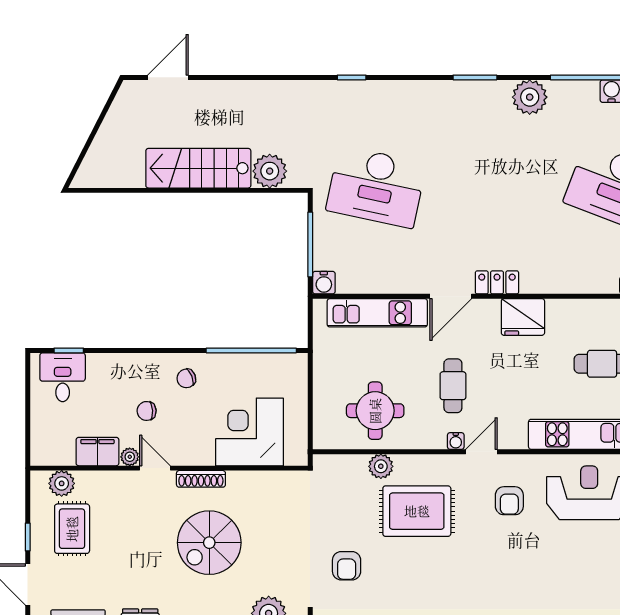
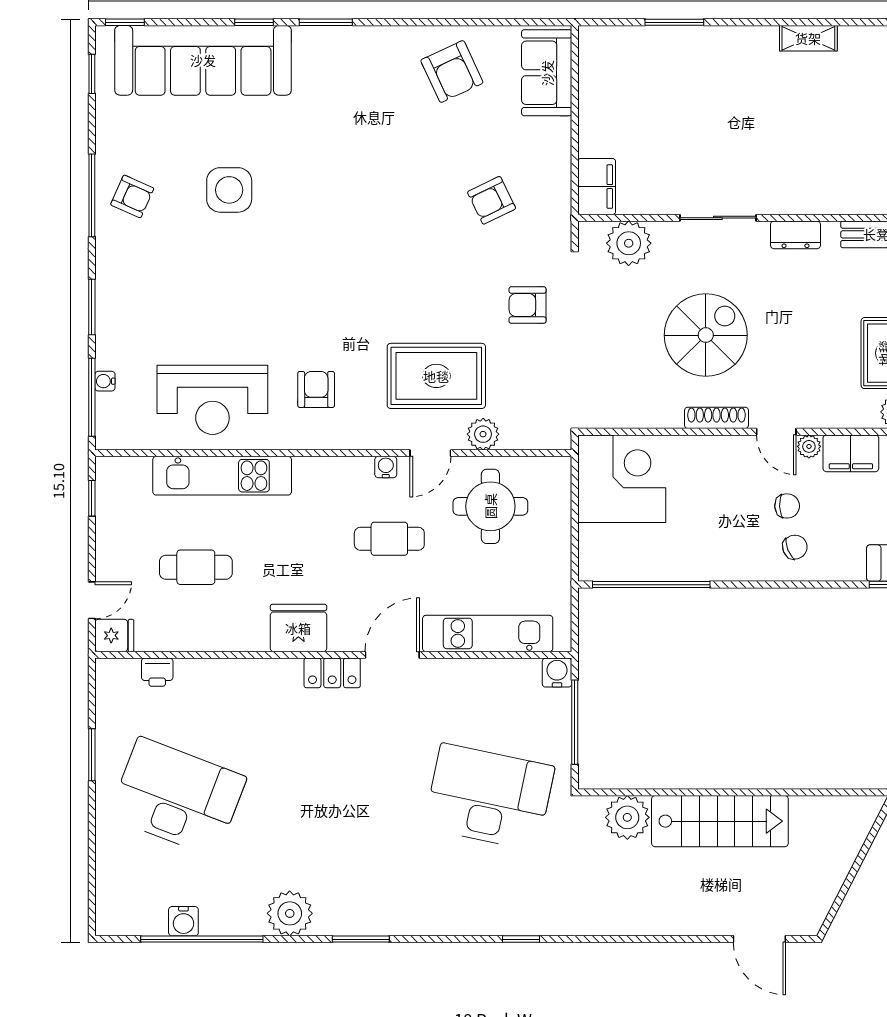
door: (168, 77) -> (759, 939), hinge flipped
chair: (186, 378) -> (795, 547), moved
cafe table: (453, 386) -> (389, 539), turned 90
corner desk: (250, 432) -> (622, 479), moved, turned -90
door: (481, 452) -> (430, 453), moved
armchair: (347, 566) -> (528, 305), turned -90

